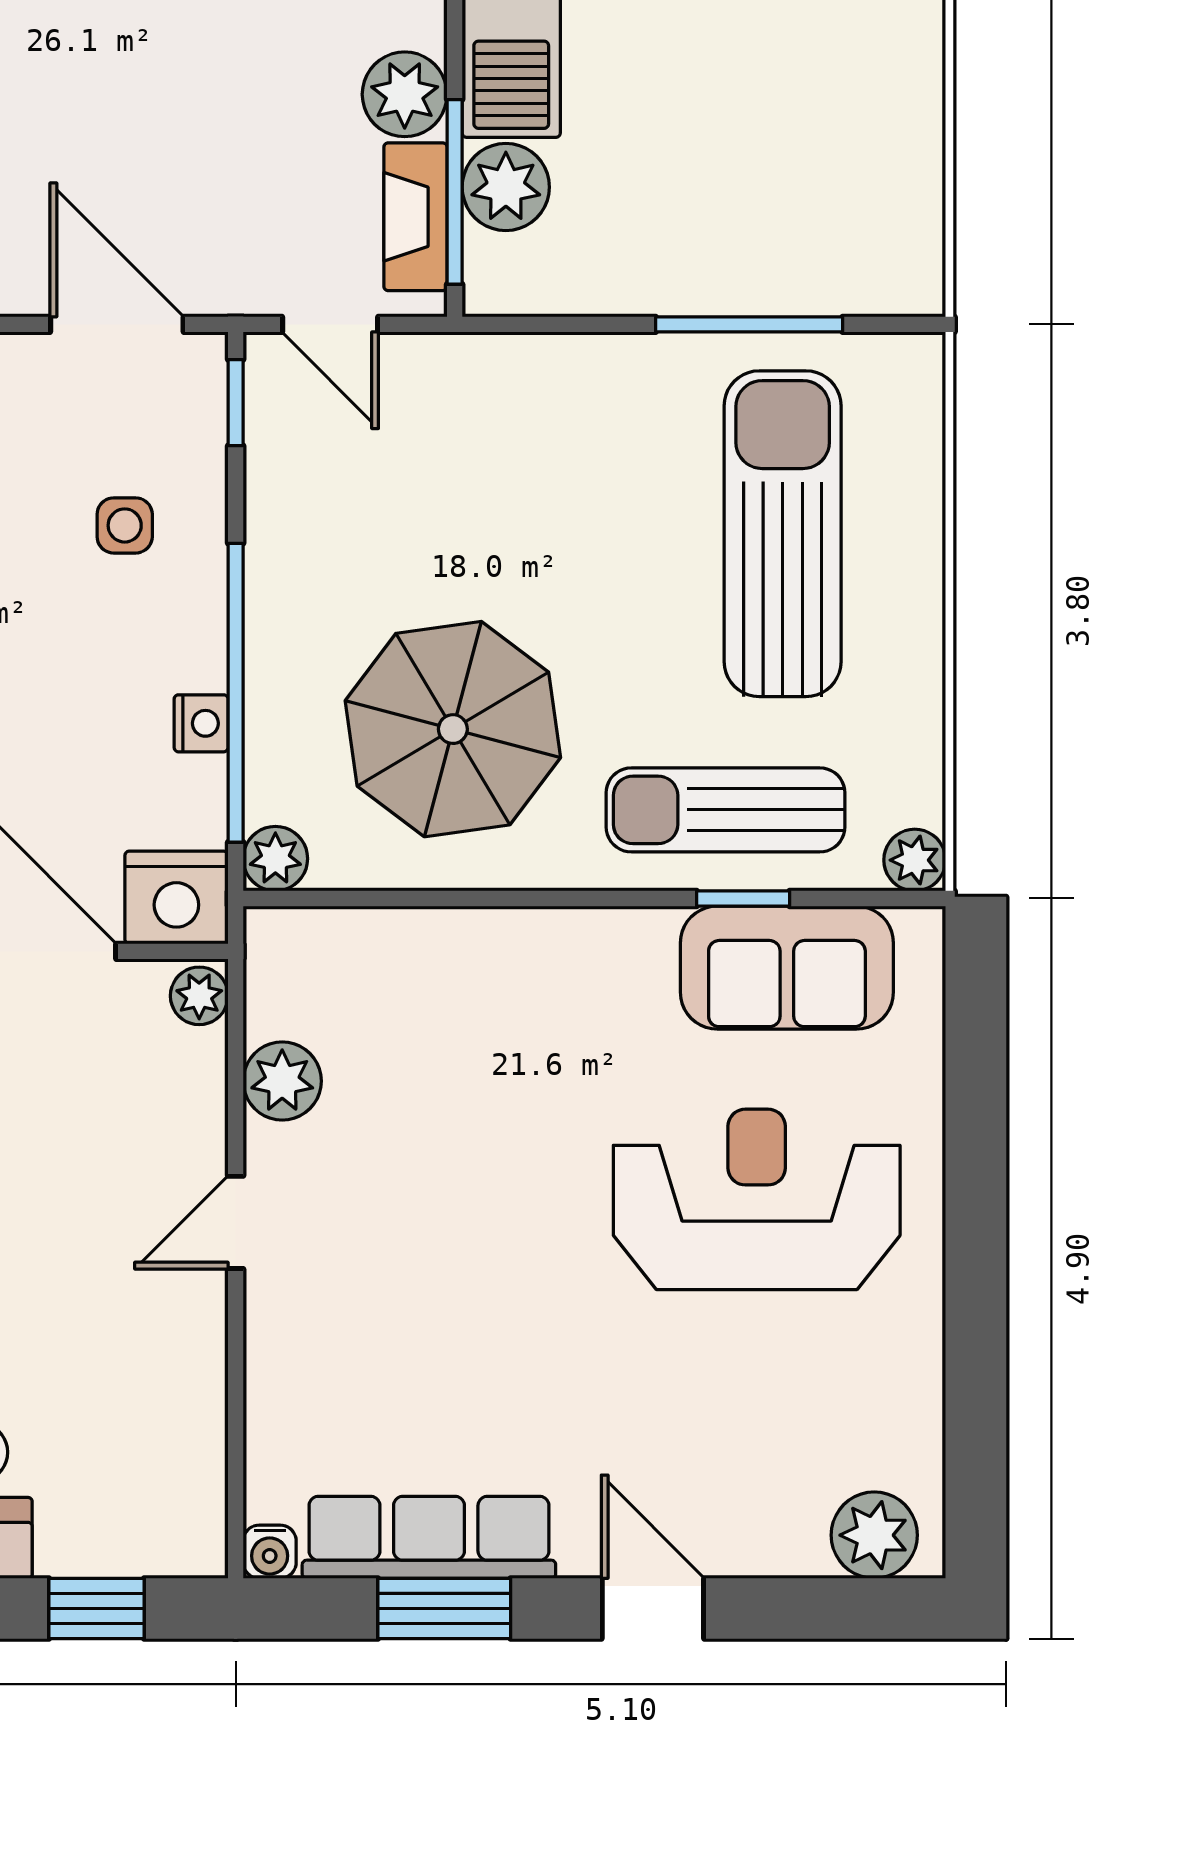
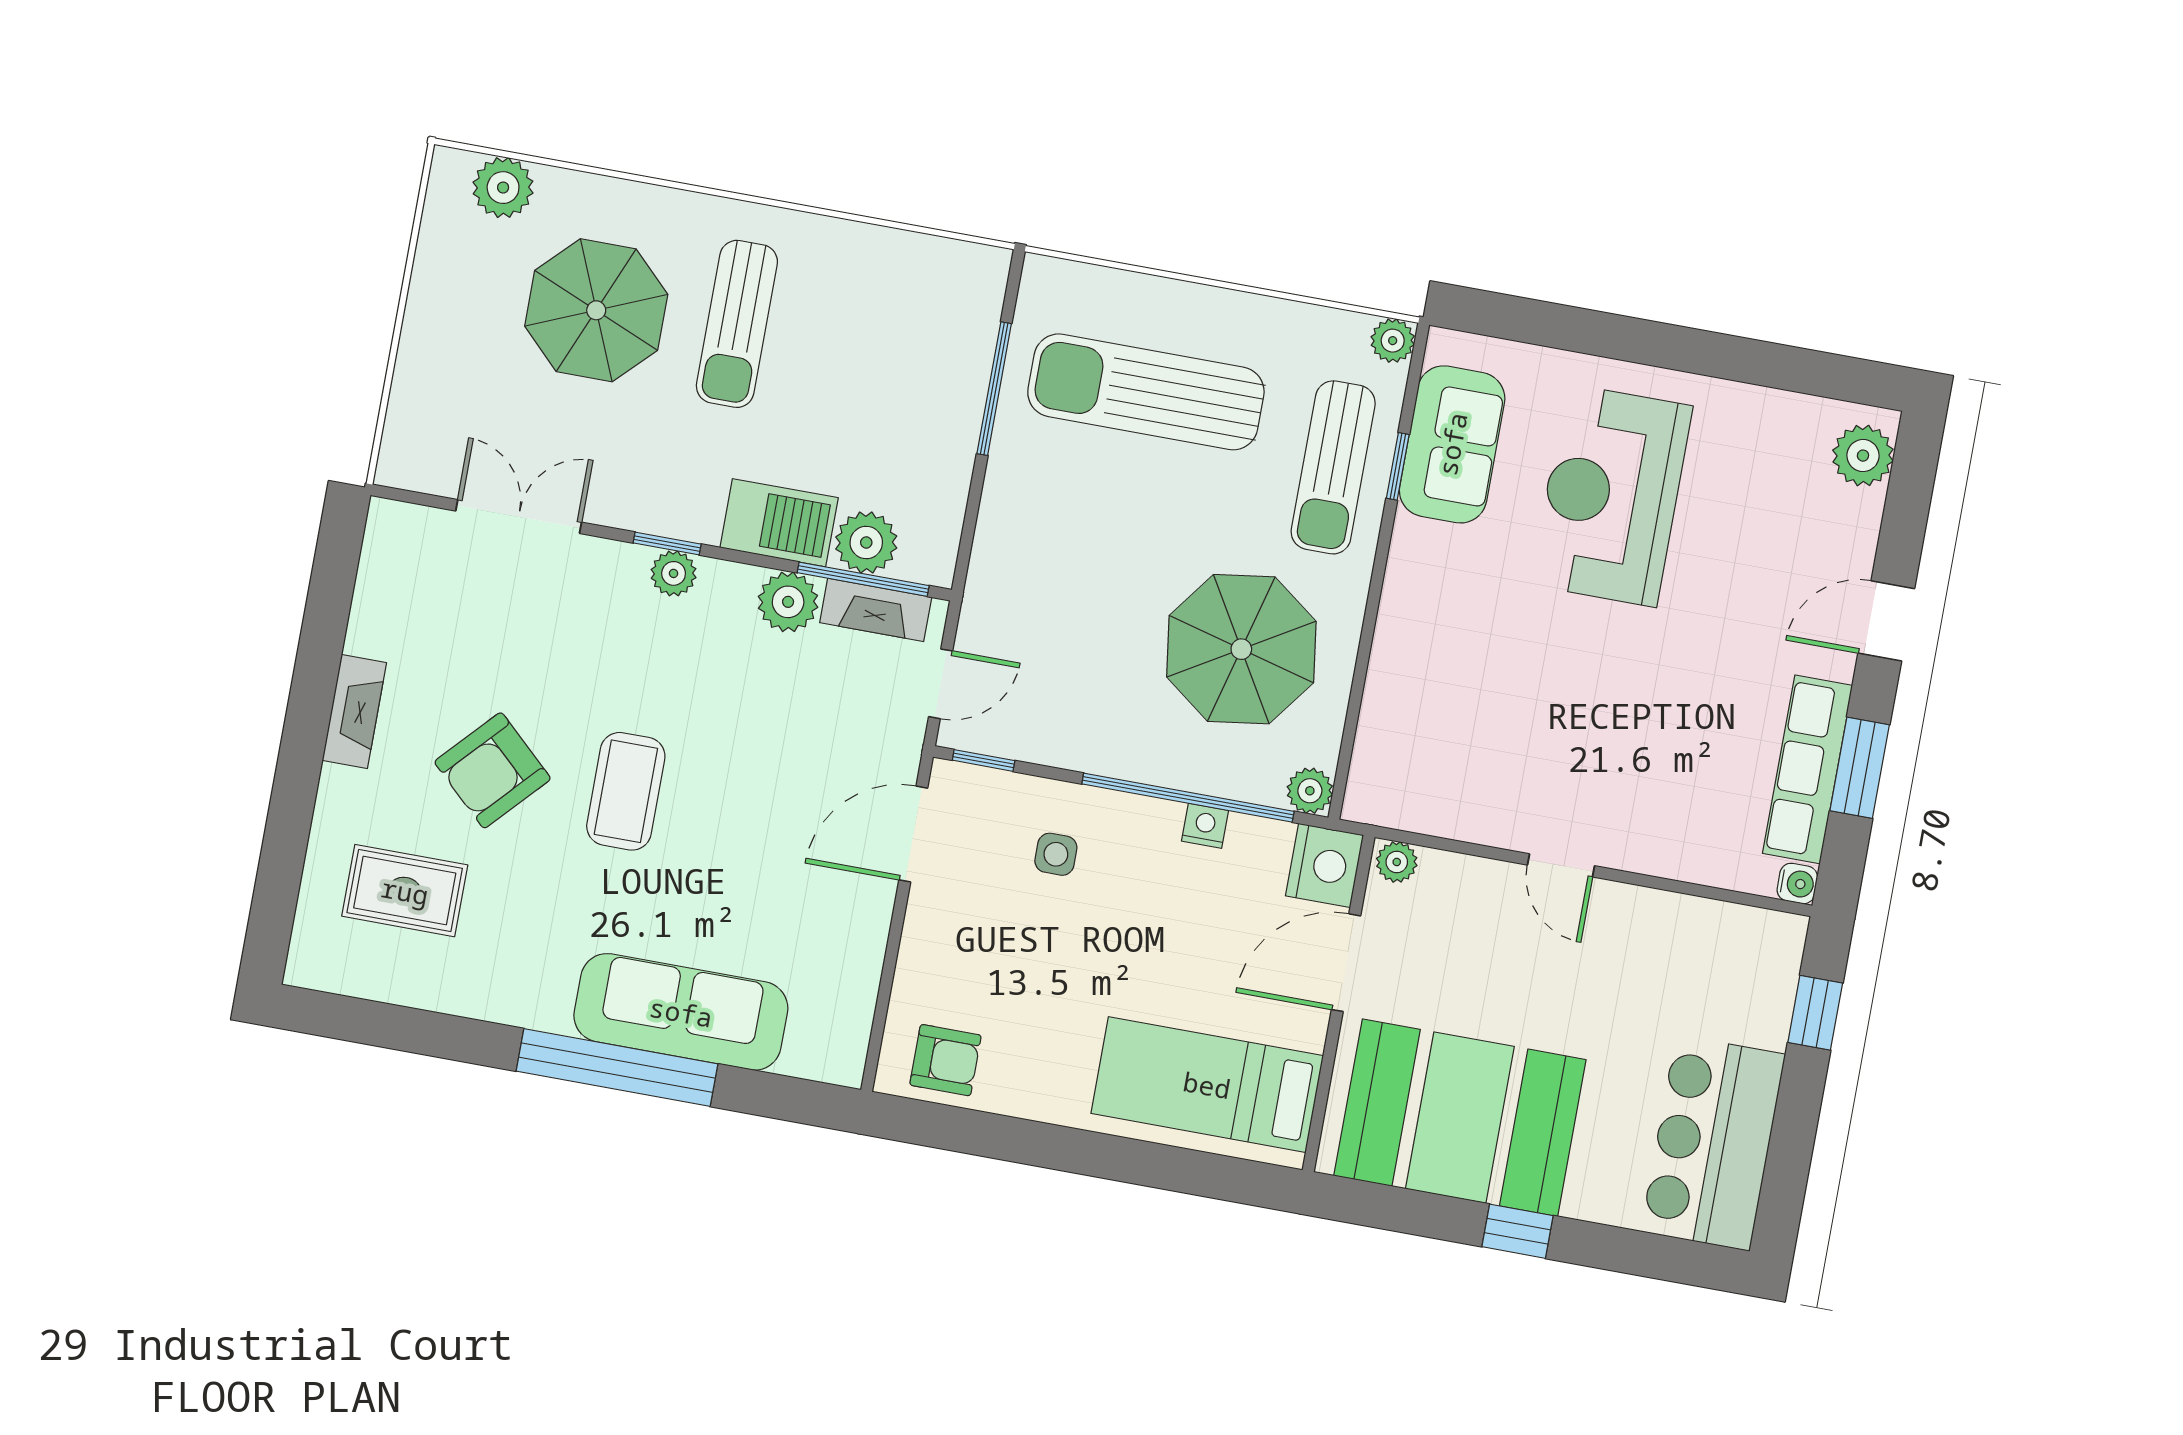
plant: (282, 1081) -> (1467, 814), removed

